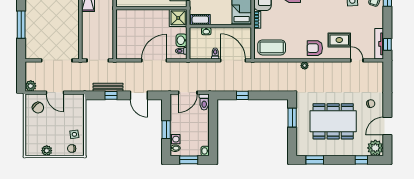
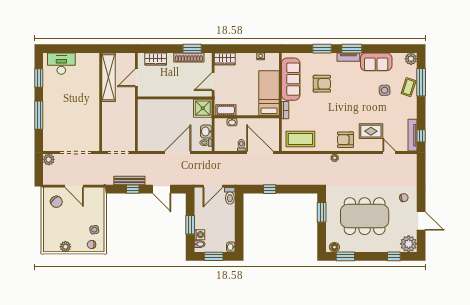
plant: (31, 86) -> (49, 159), moved
door: (387, 126) -> (421, 221), swing flipped
floor lamp: (304, 151) -> (334, 247), added

